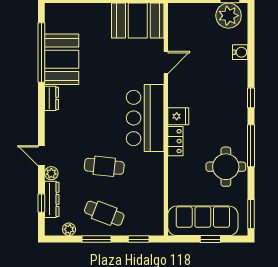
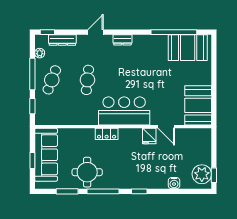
booth: (62, 59) -> (188, 48), moved
dresser: (52, 98) -> (122, 40), moved
fridge: (178, 116) -> (149, 136), moved
plant: (51, 173) -> (82, 40), removed
window: (41, 203) -> (47, 32), moved
window: (251, 214) -> (67, 191), moved
window: (96, 239) -> (32, 74), width x1.44

